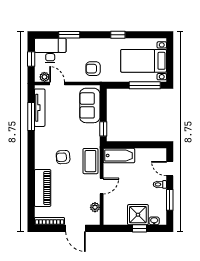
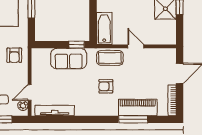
sofa: (90, 105) -> (69, 59), moved
window: (31, 117) -> (133, 119), moved
armchair: (63, 157) -> (106, 86), turned 94
plant: (95, 207) -> (158, 53), removed

